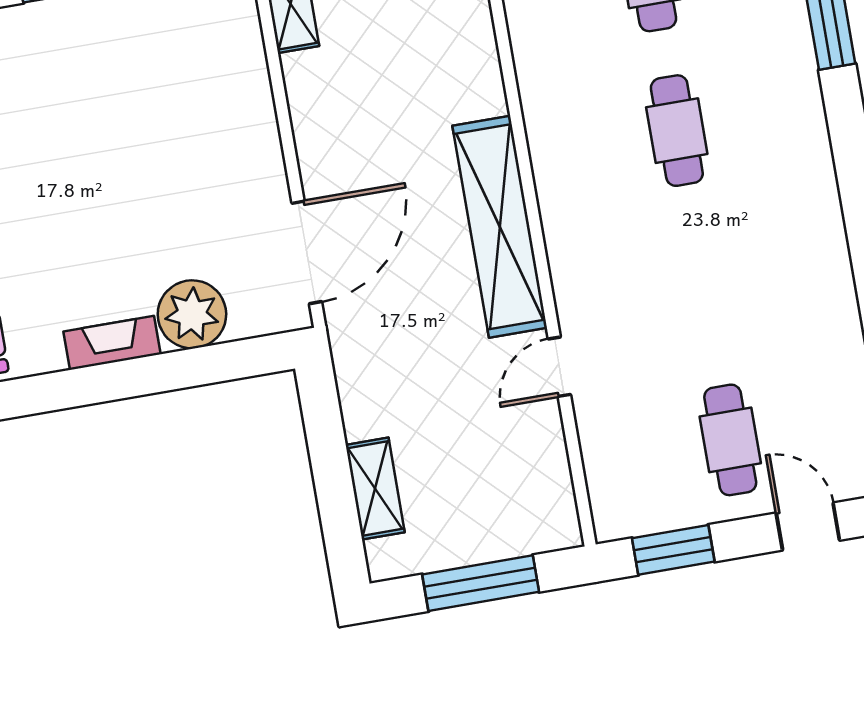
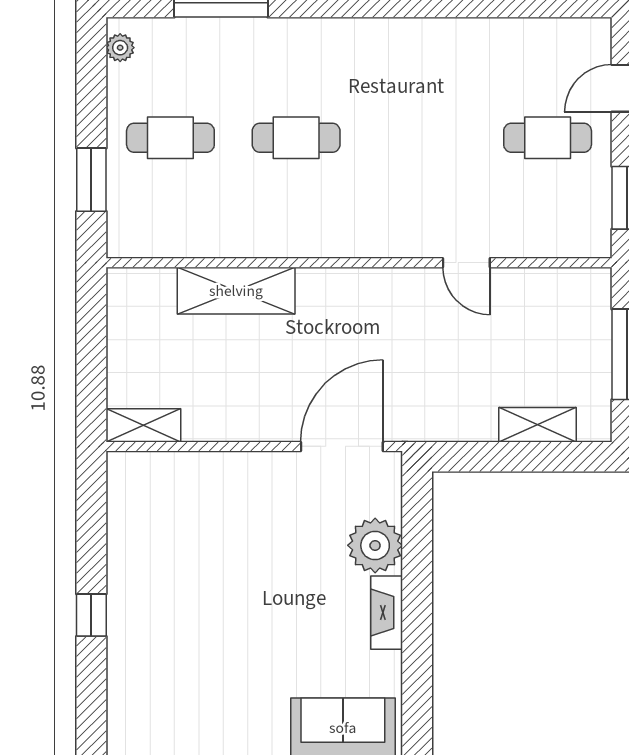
shelving: (500, 227) -> (236, 291), moved, width x0.68
door: (307, 252) -> (342, 446), hinge flipped

